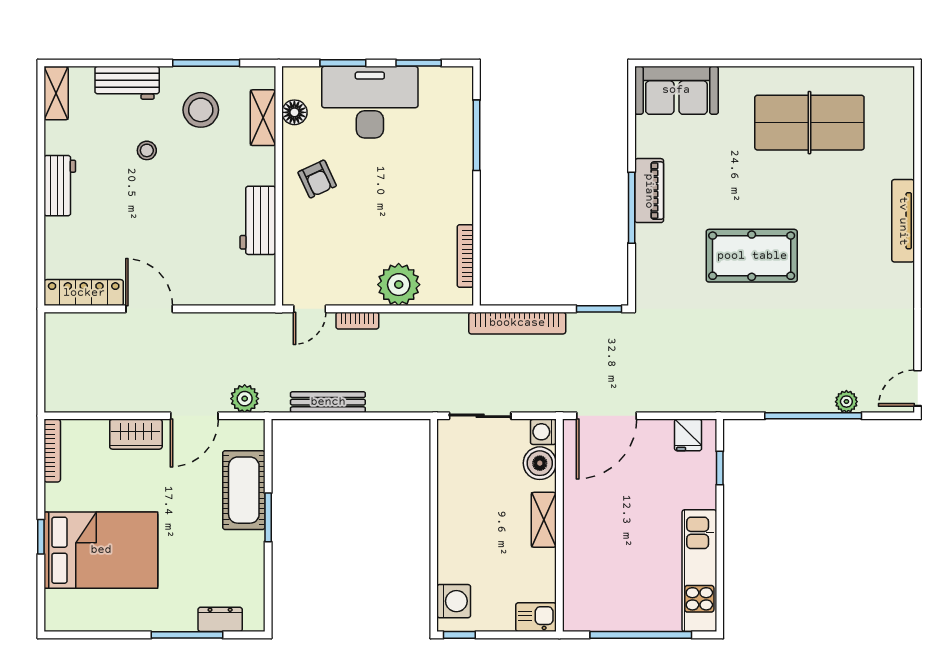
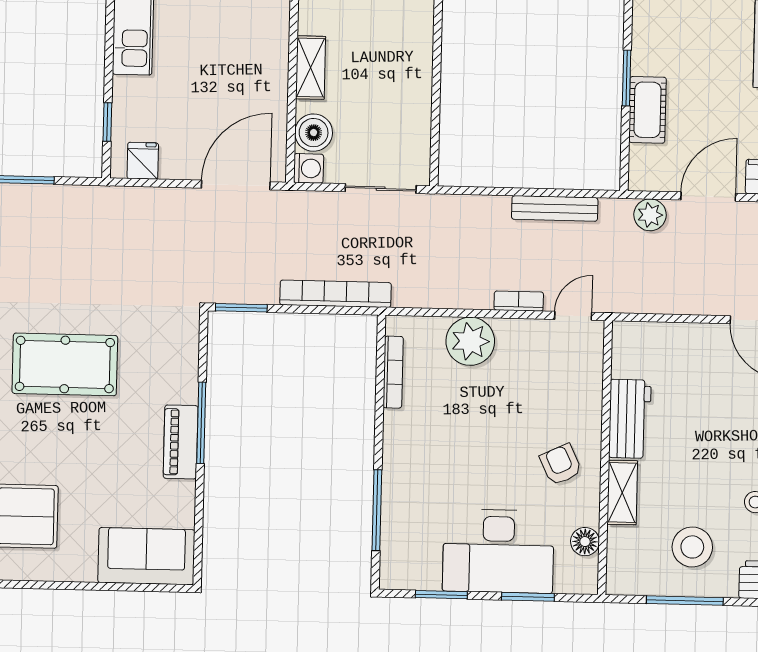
shelving: (263, 118) -> (622, 493), moved
cot: (244, 490) -> (647, 110), width x0.73, depth x0.75

